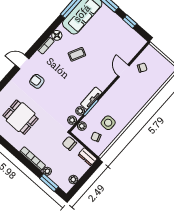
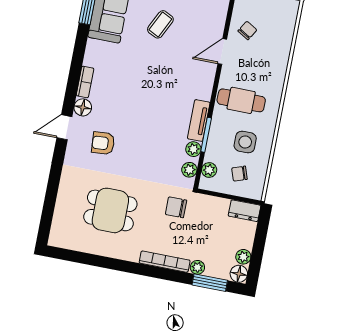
floor lamp: (57, 35) -> (83, 107), moved
coffee table: (77, 54) -> (160, 24), moved
door: (123, 71) -> (222, 52), hinge flipped
cafe table: (118, 101) -> (241, 100), added
chair: (69, 143) -> (176, 207), moved
floor lamp: (66, 187) -> (239, 274), added

